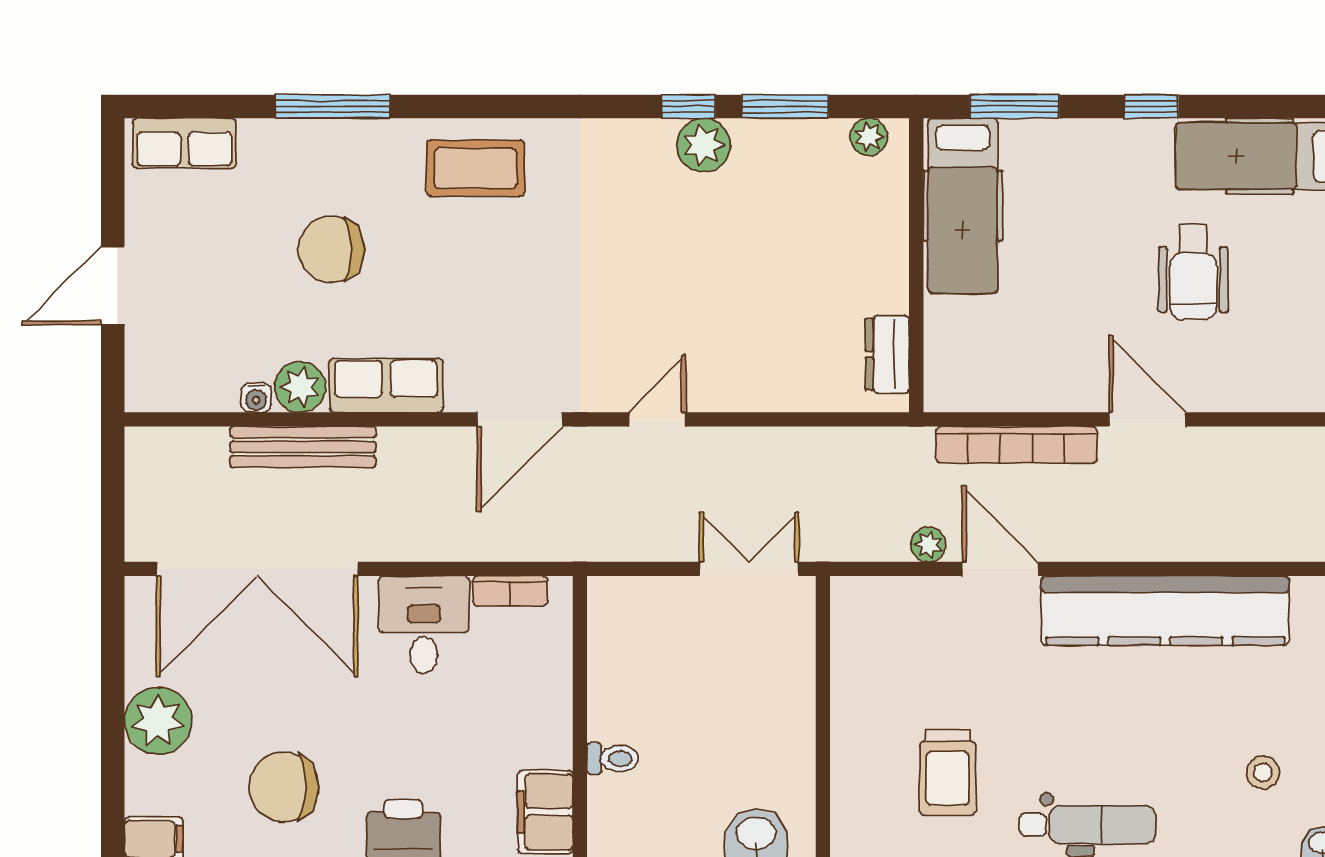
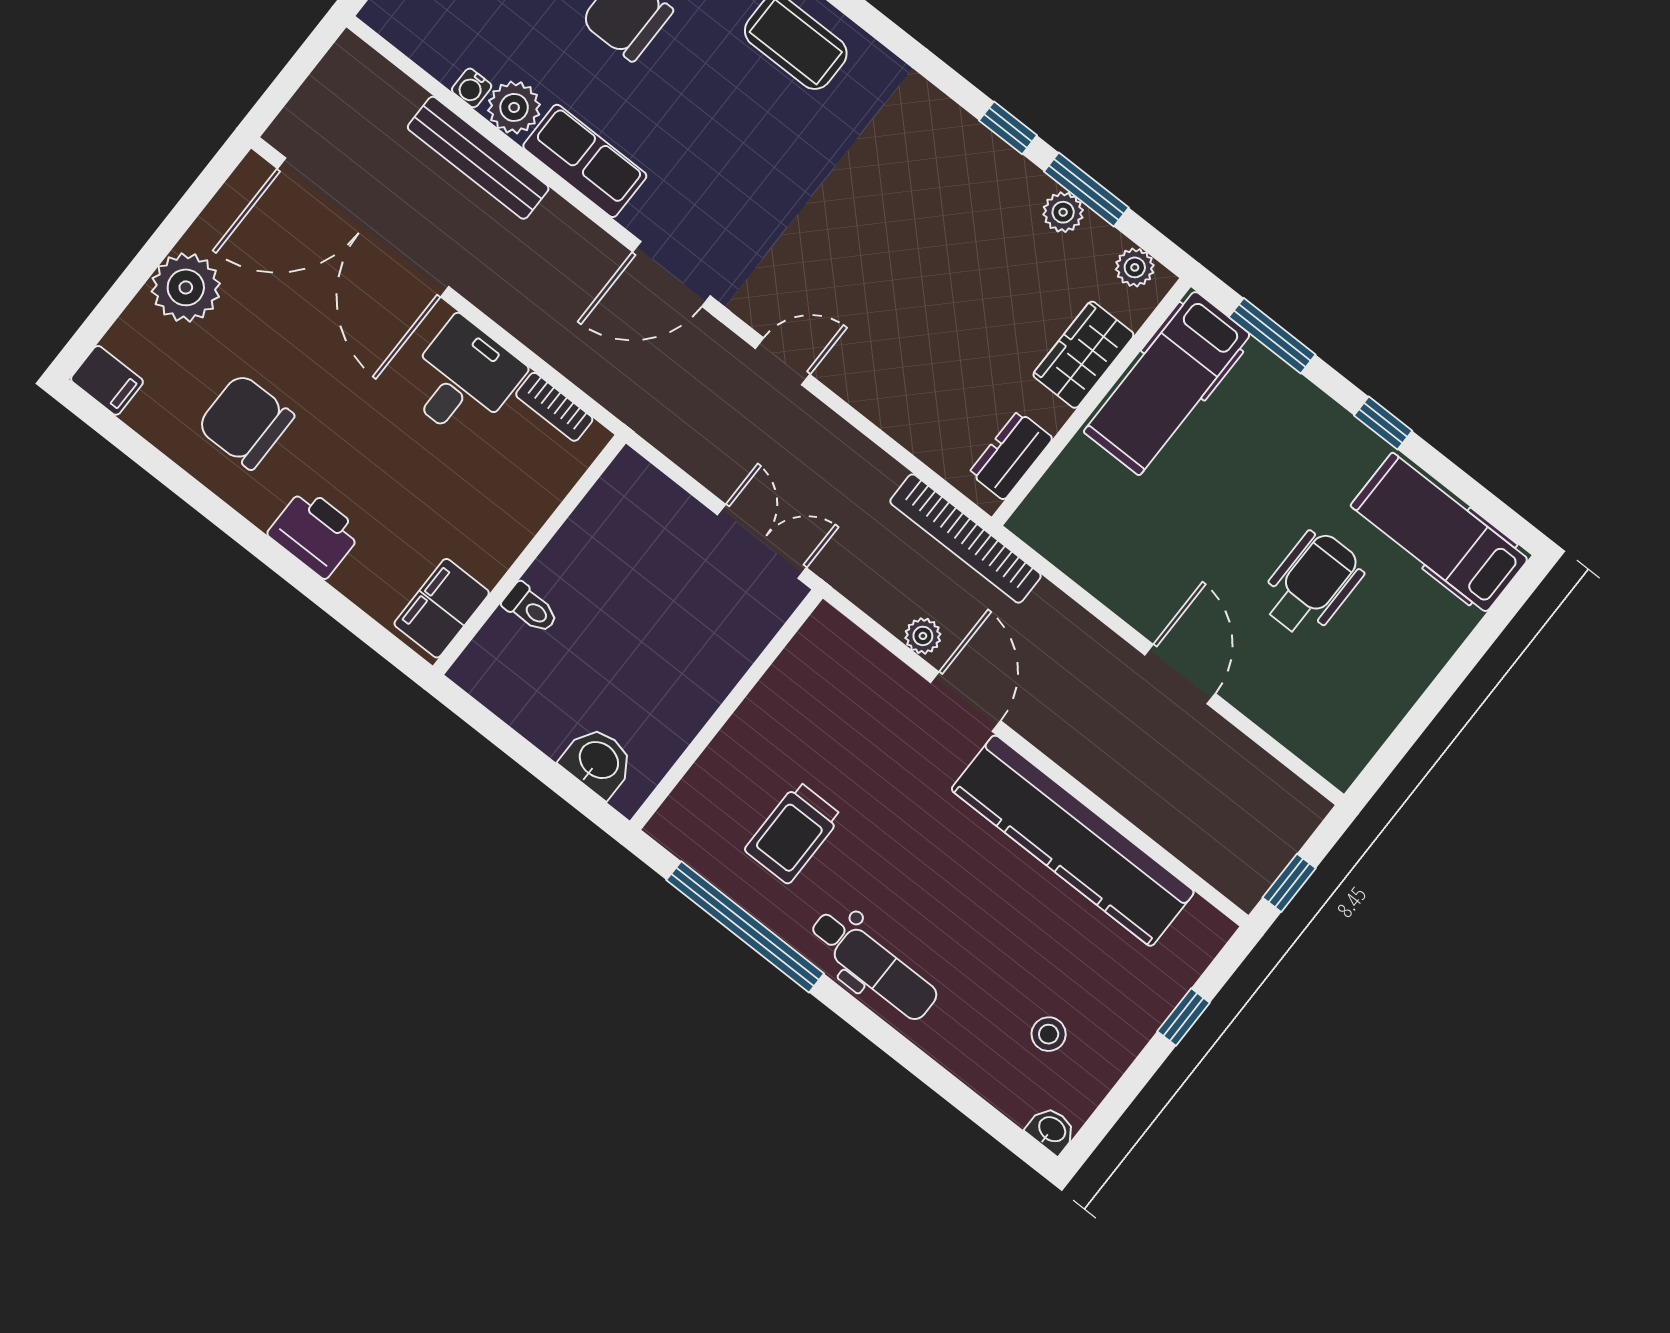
plant: (704, 145) -> (1063, 212), moved, width x0.73, depth x0.73
wardrobe: (882, 234) -> (1083, 355), added
wheelchair: (1193, 272) -> (1312, 584), turned 180
bookcase: (1016, 445) -> (965, 539), moved

